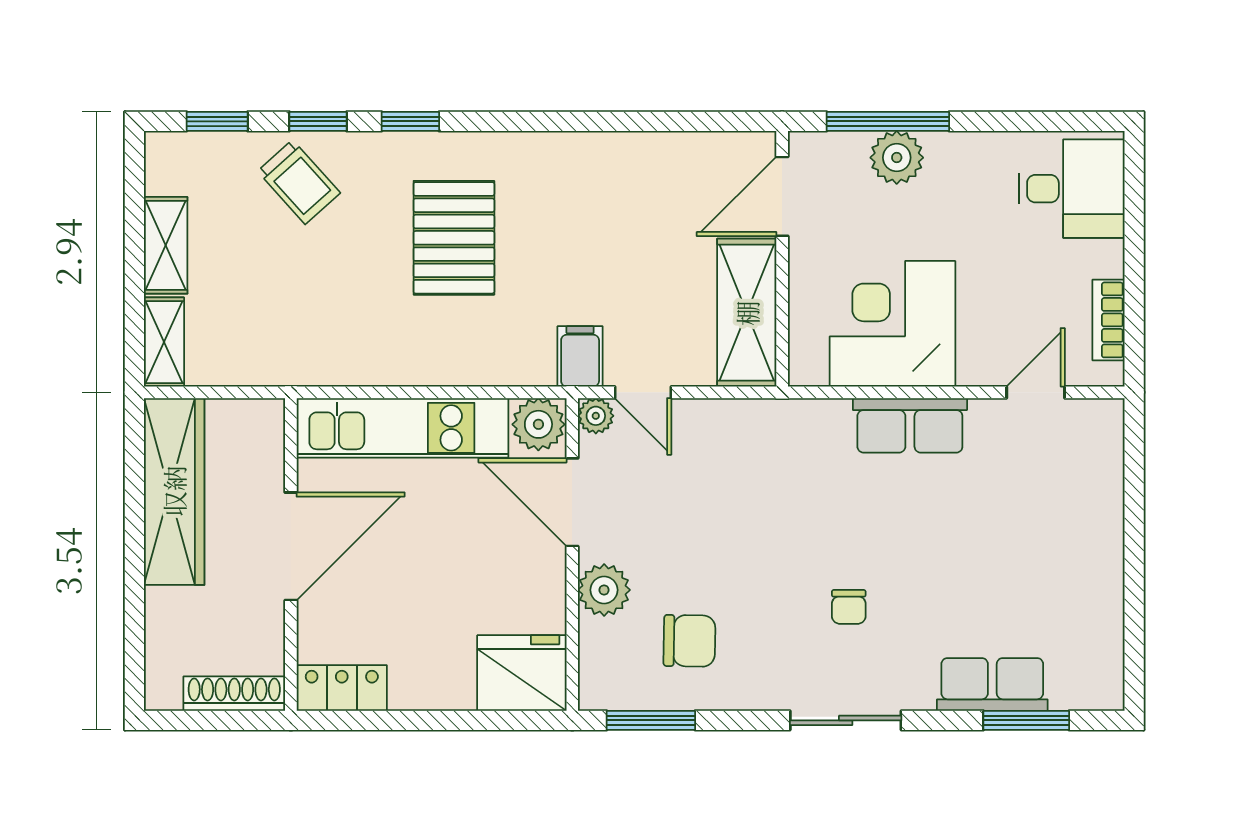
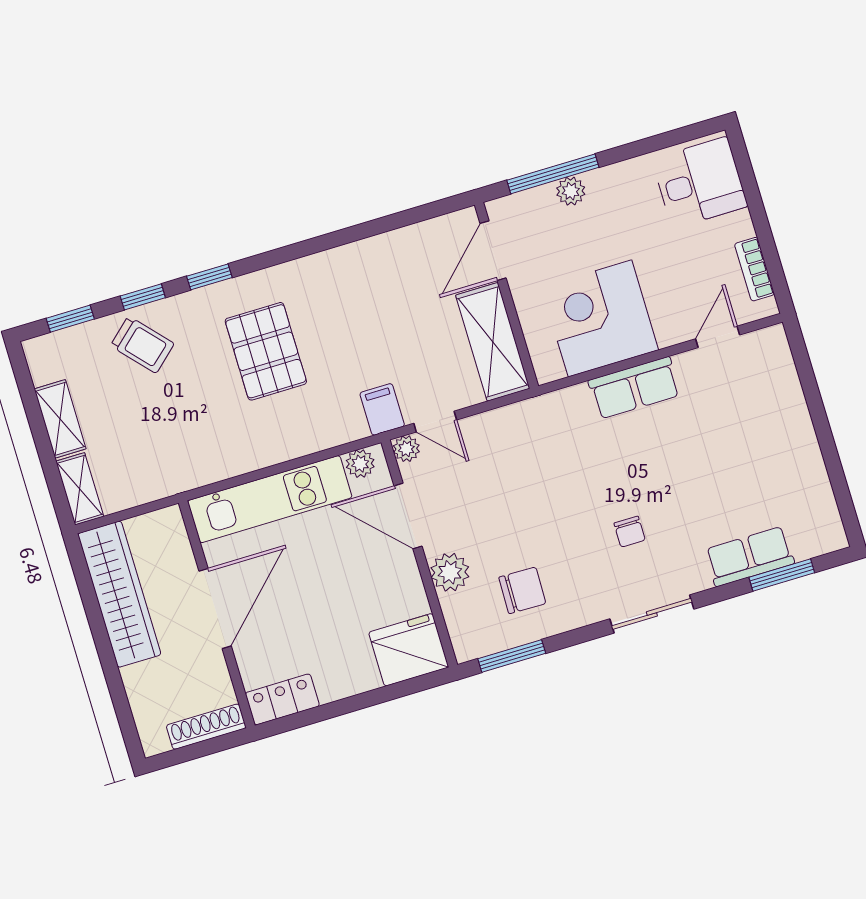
plant: (897, 158) -> (571, 191), width x0.73, depth x0.73
plant: (538, 424) -> (360, 464), width x0.73, depth x0.73

